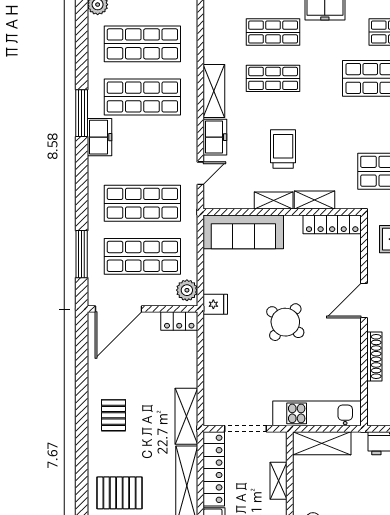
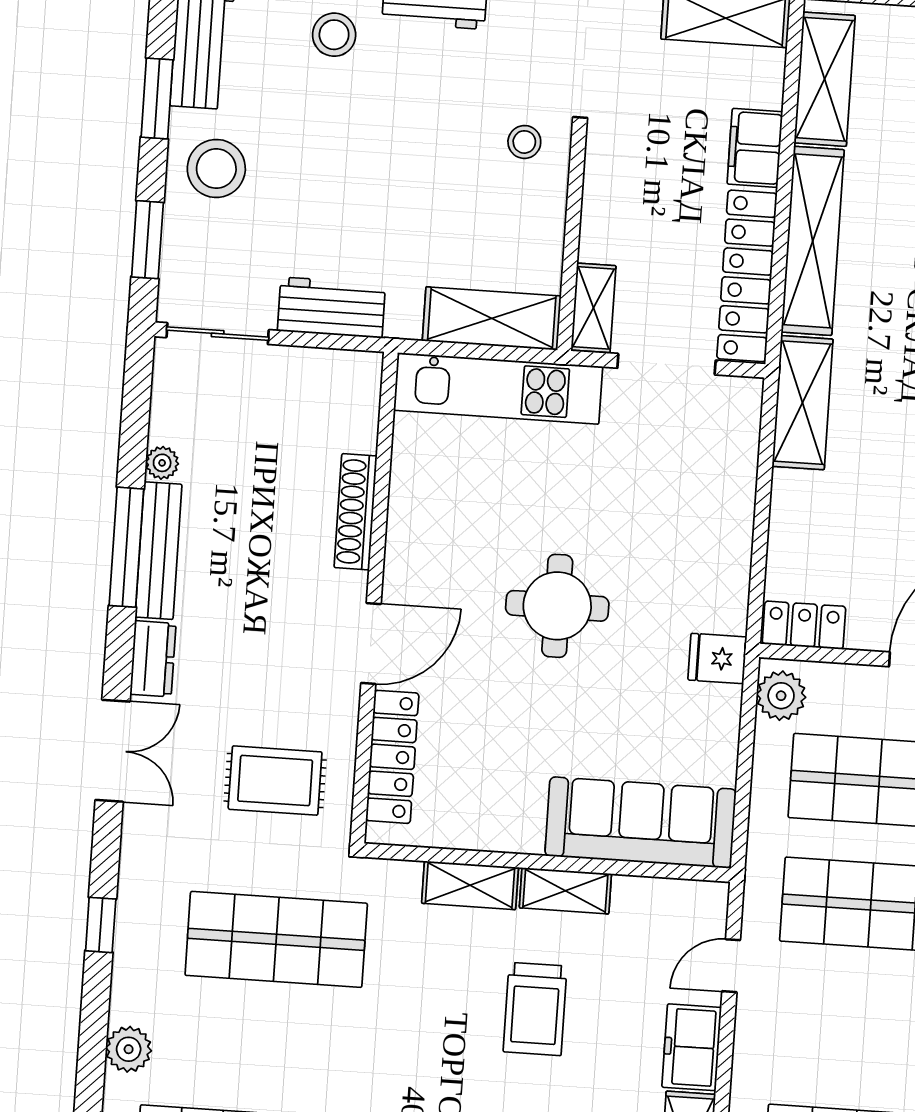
locker: (332, 224) -> (392, 757), moved, turned 90
round table: (285, 322) -> (557, 606), turned -38
shelving: (279, 481) -> (593, 308), moved

